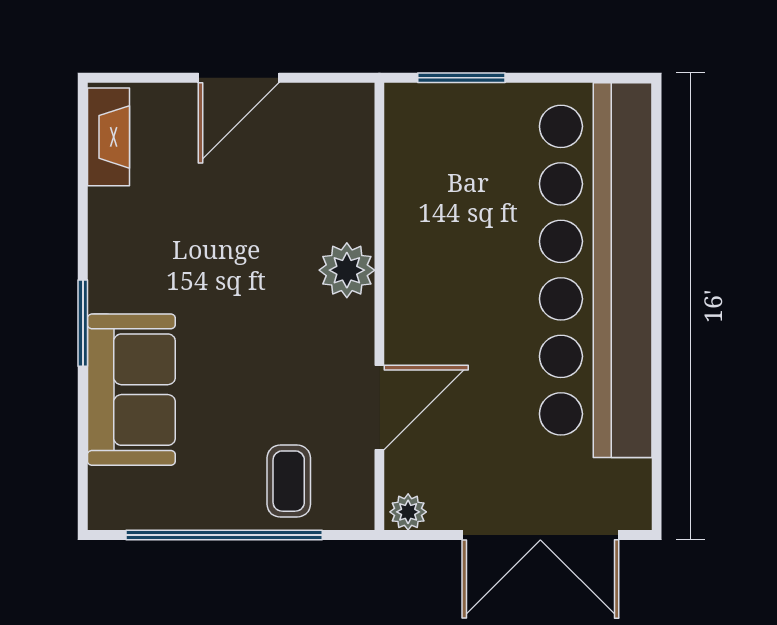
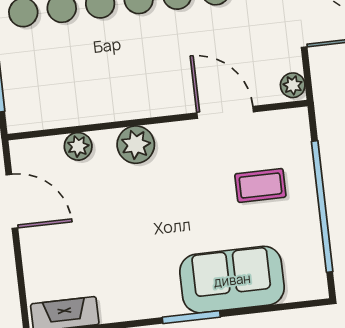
door: (239, 78) -> (12, 201), moved
plant: (354, 185) -> (78, 146), added
coffee table: (289, 481) -> (260, 185), moved

